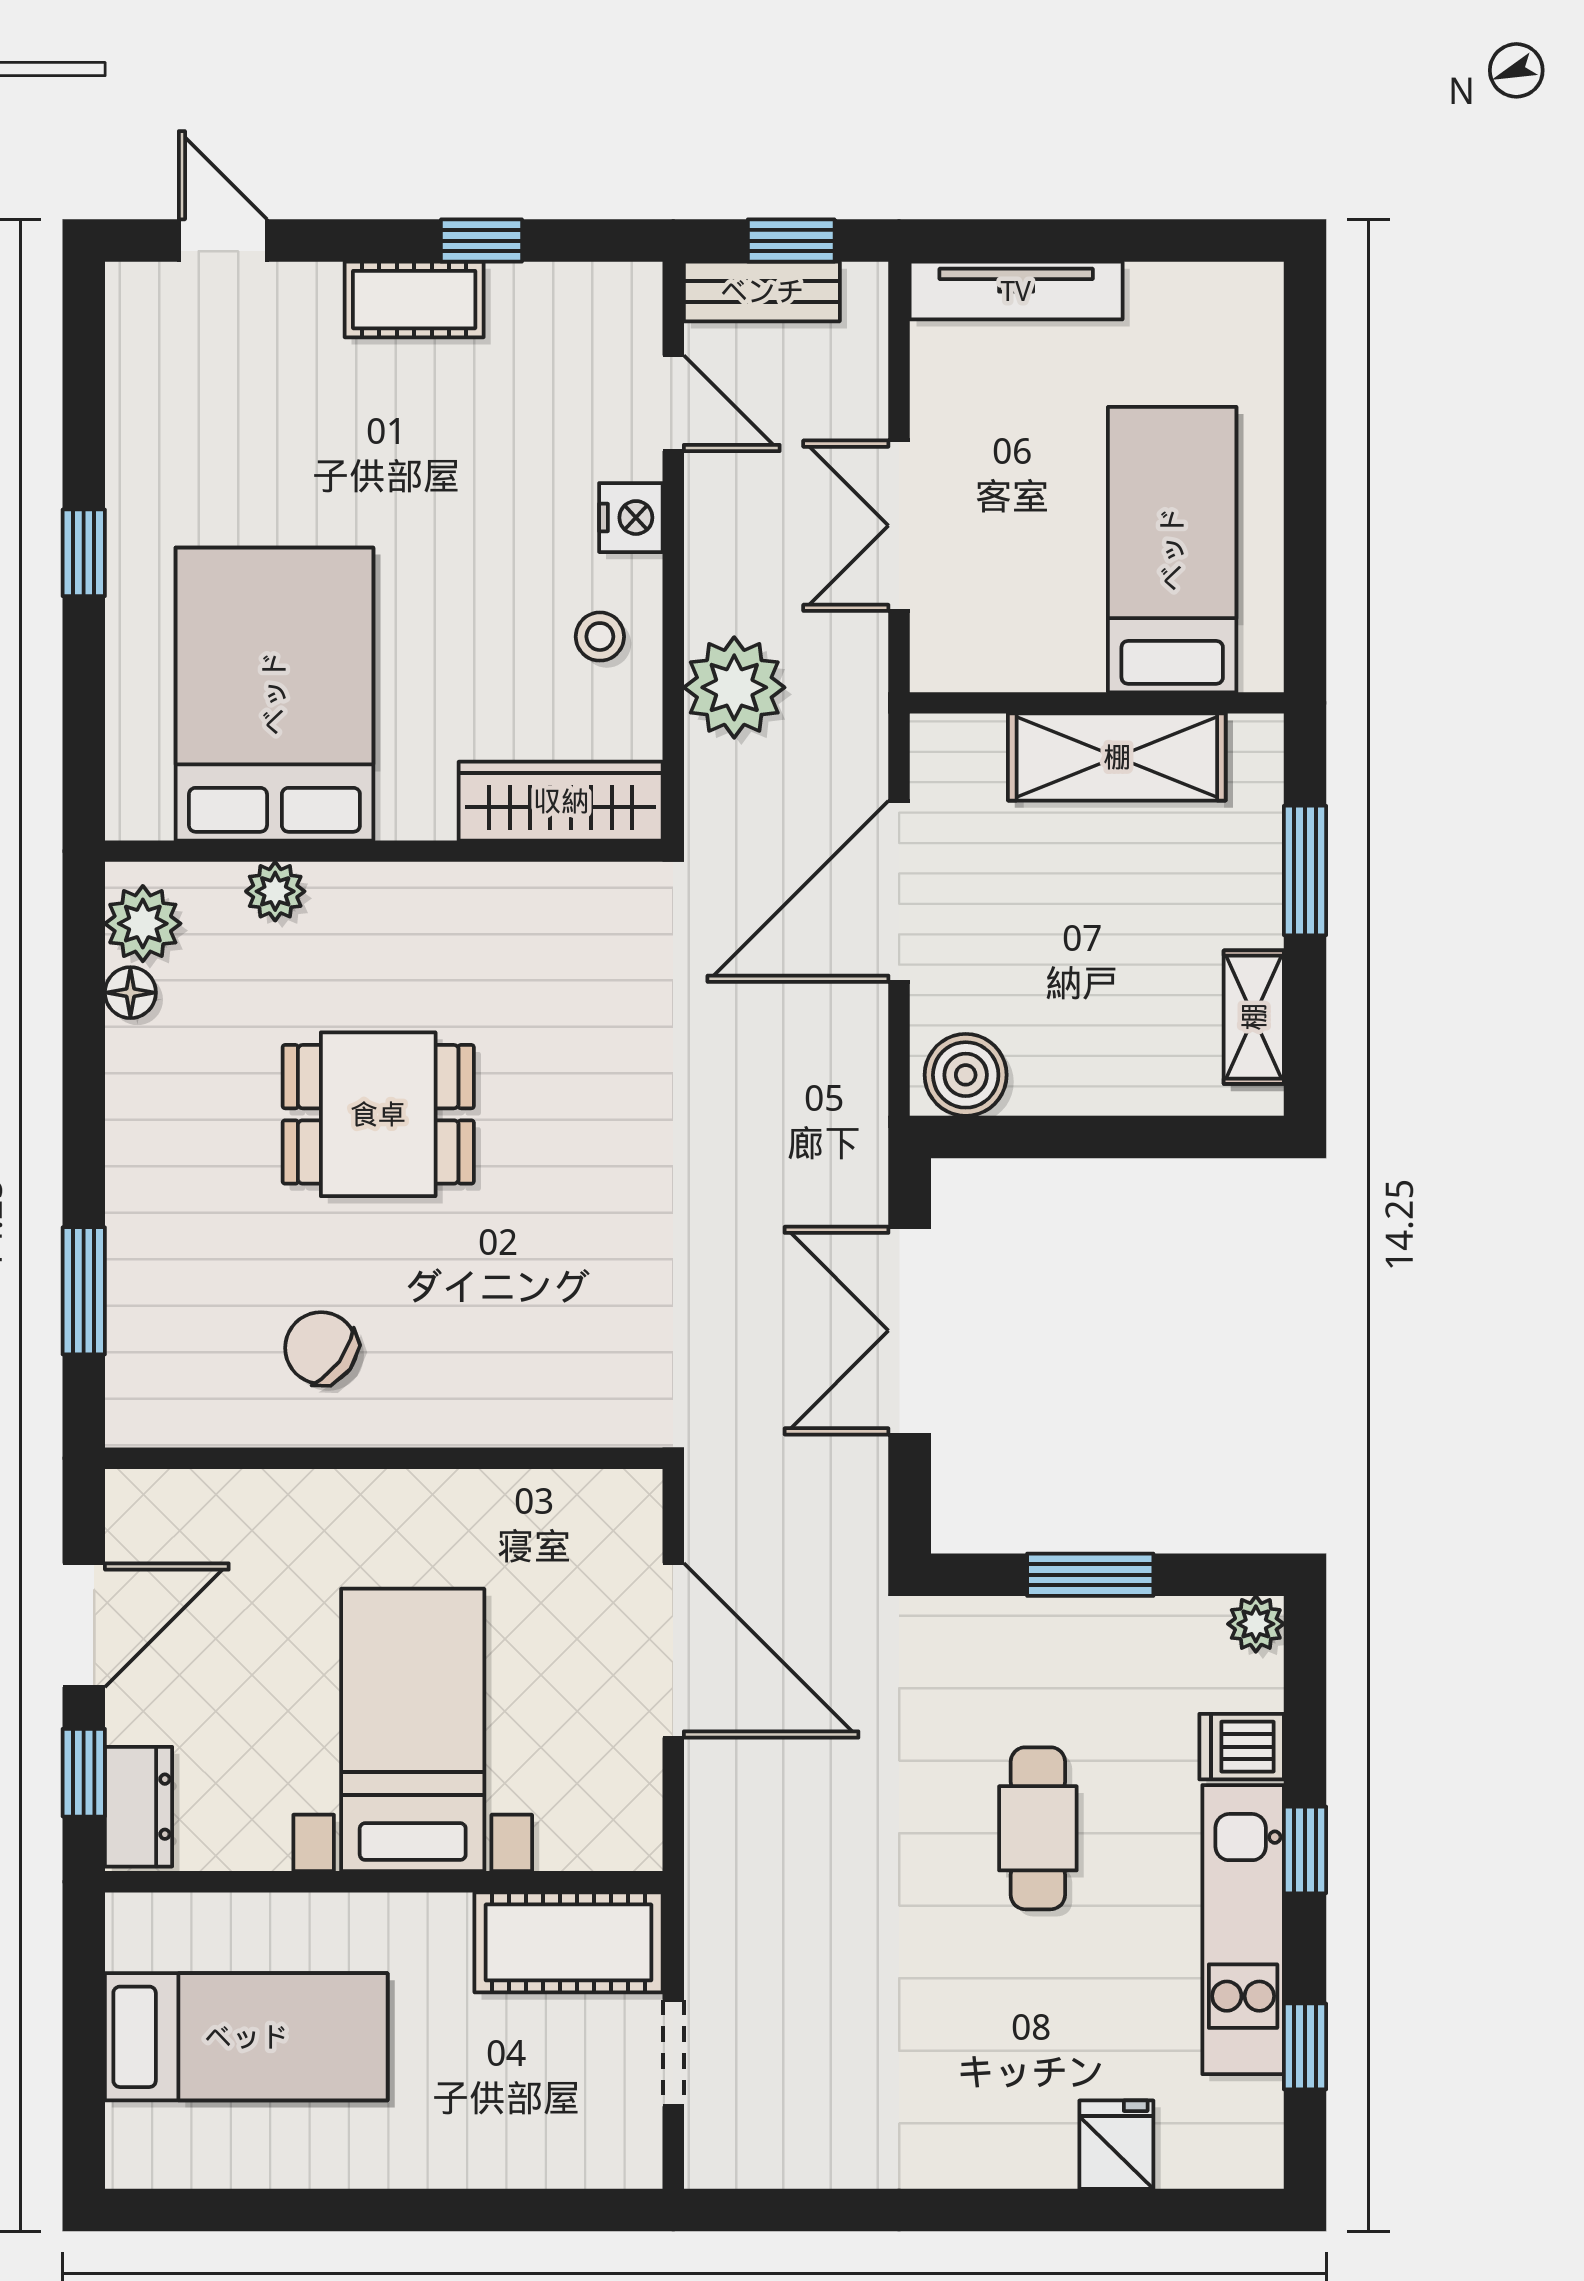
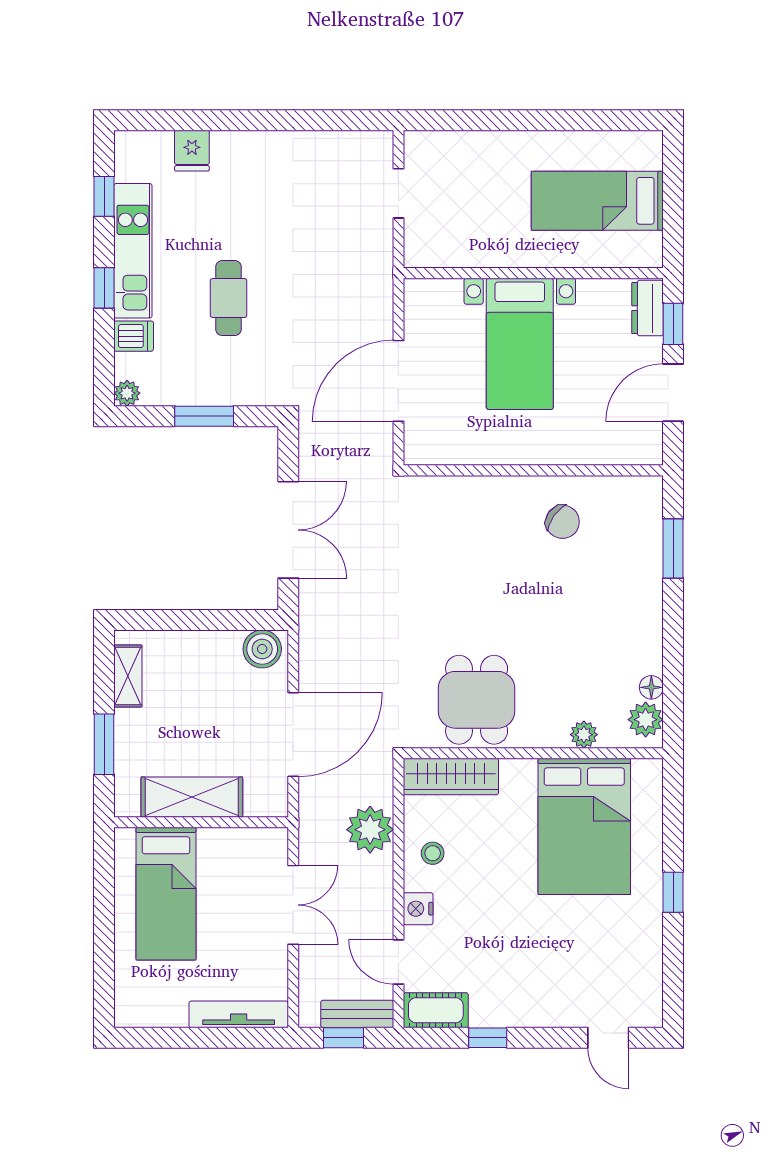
cot: (414, 300) -> (436, 1010), moved
dining table: (378, 1114) -> (477, 700), moved, turned 90
door: (673, 1650) -> (398, 381), hinge flipped
cot: (569, 1942) -> (447, 245), removed

